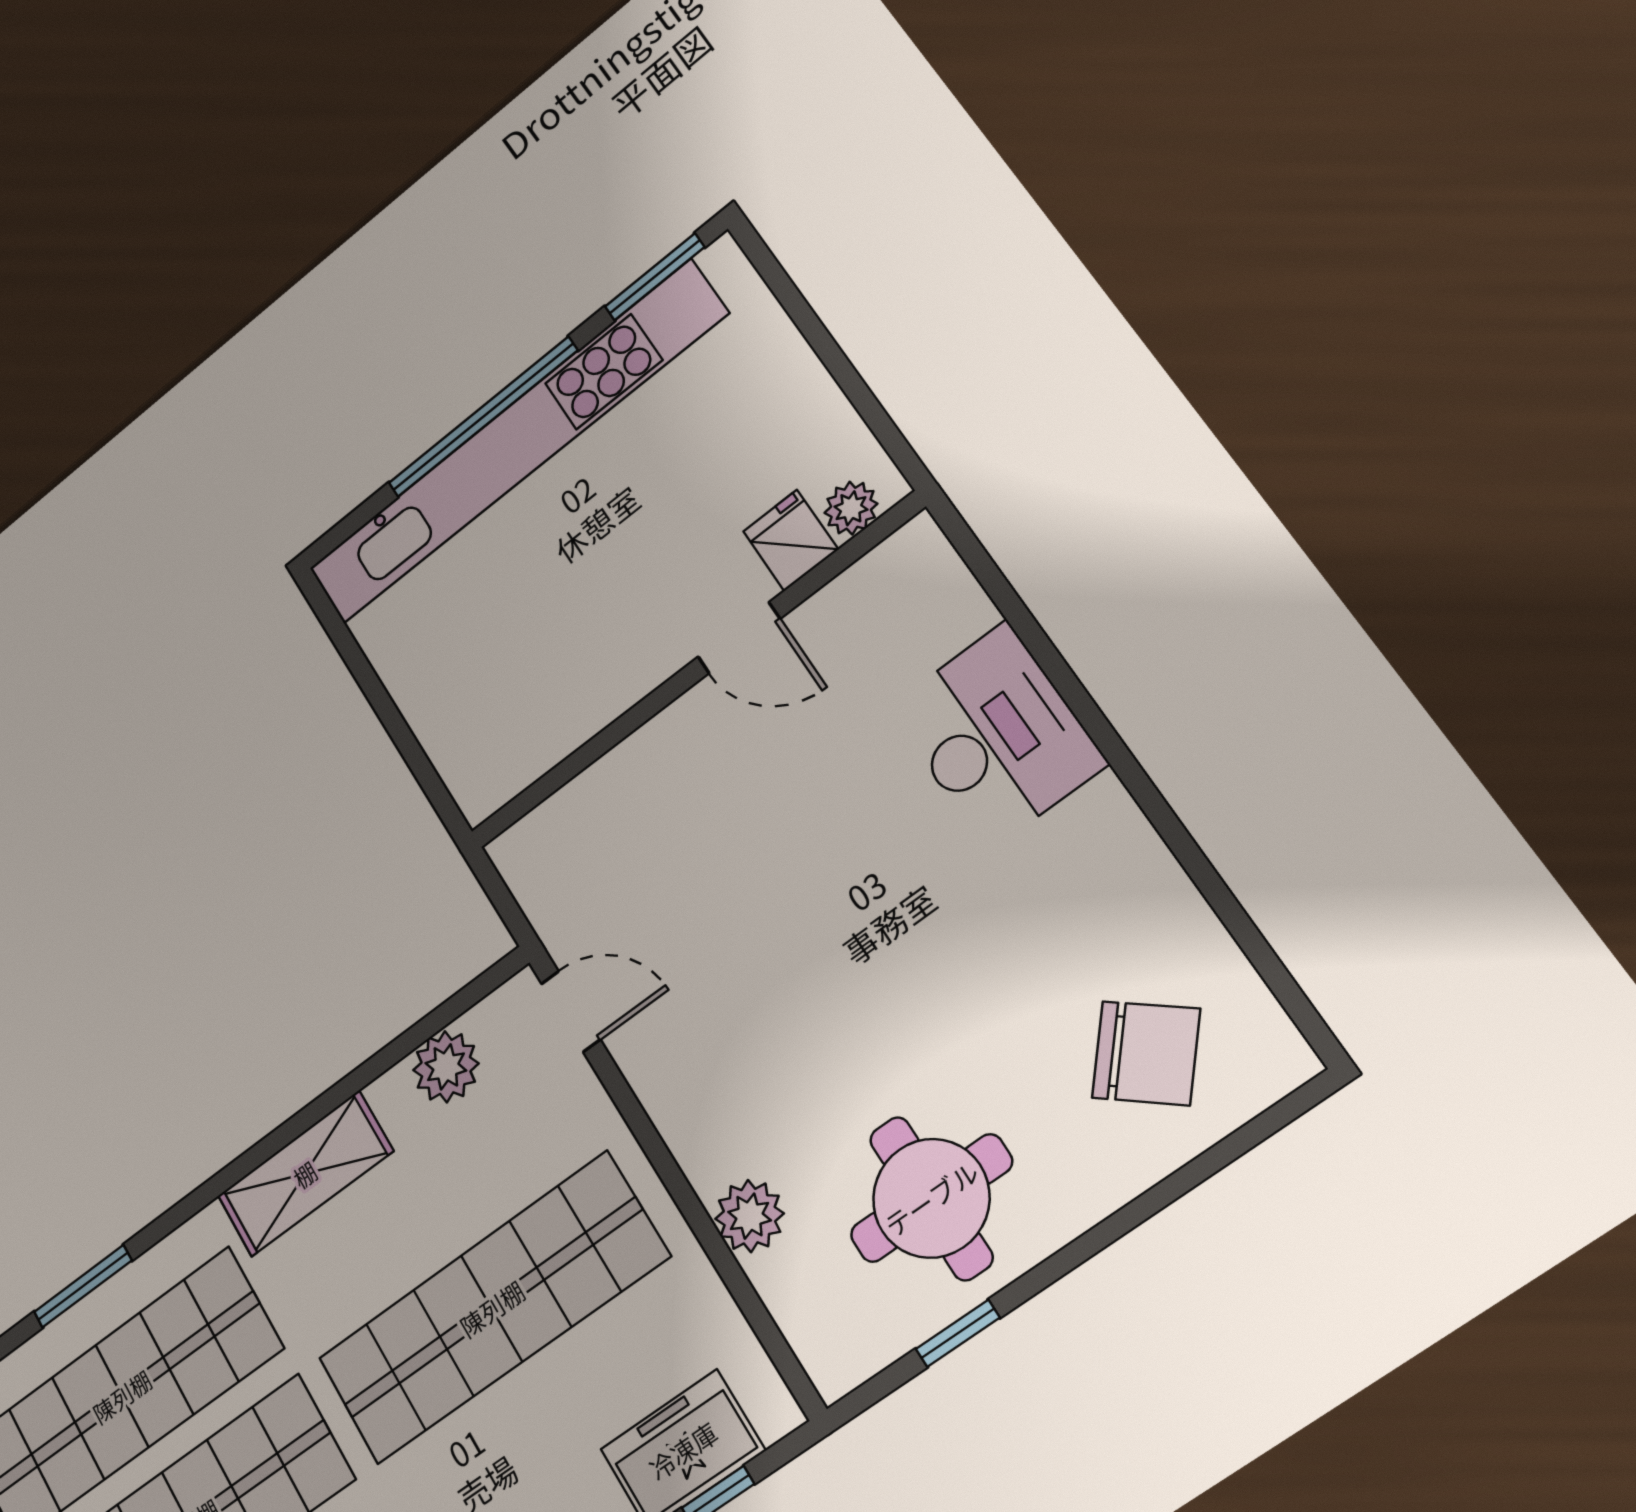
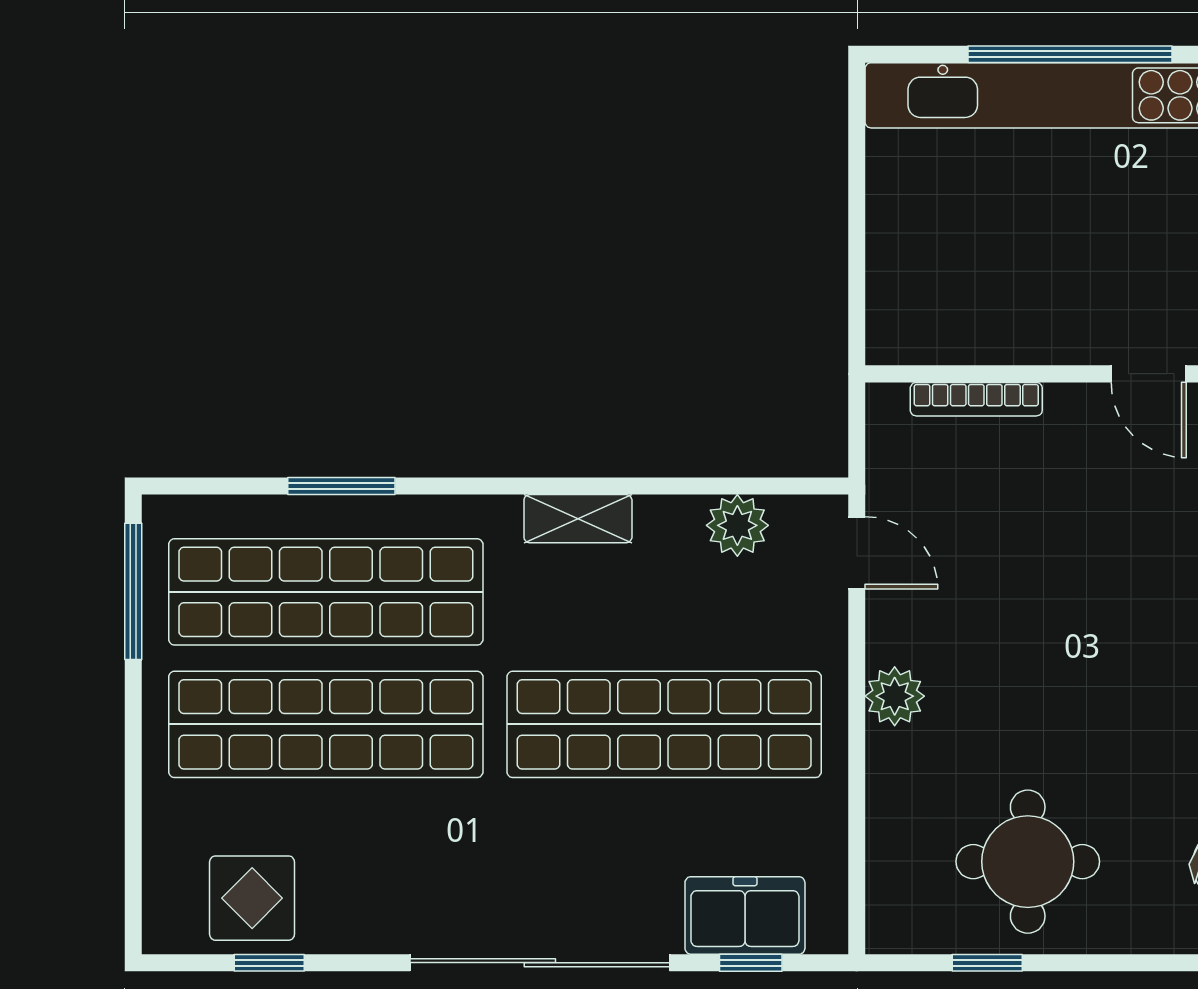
bookcase: (592, 785) -> (976, 399), added
shelving: (305, 1174) -> (578, 519), width x0.67, depth x0.75
plant: (750, 1216) -> (895, 696), moved

